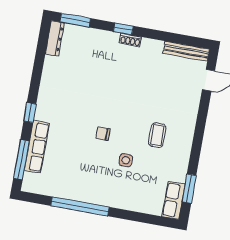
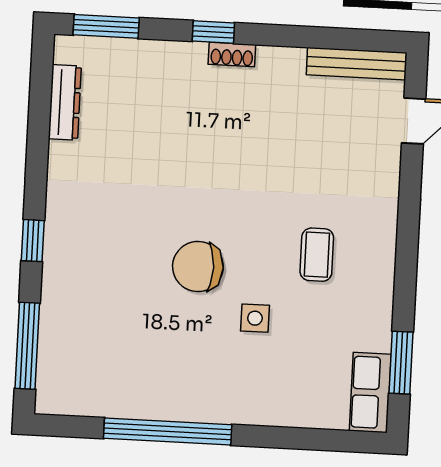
dresser: (55, 38) -> (65, 102), moved
chair: (103, 134) -> (198, 266), width x1.87, depth x1.87
row of seats: (37, 147) -> (57, 313), removed

